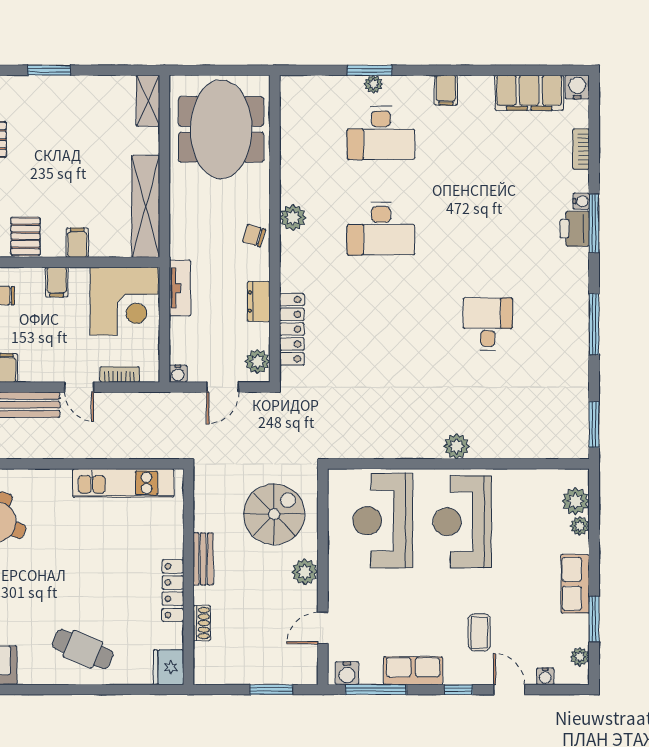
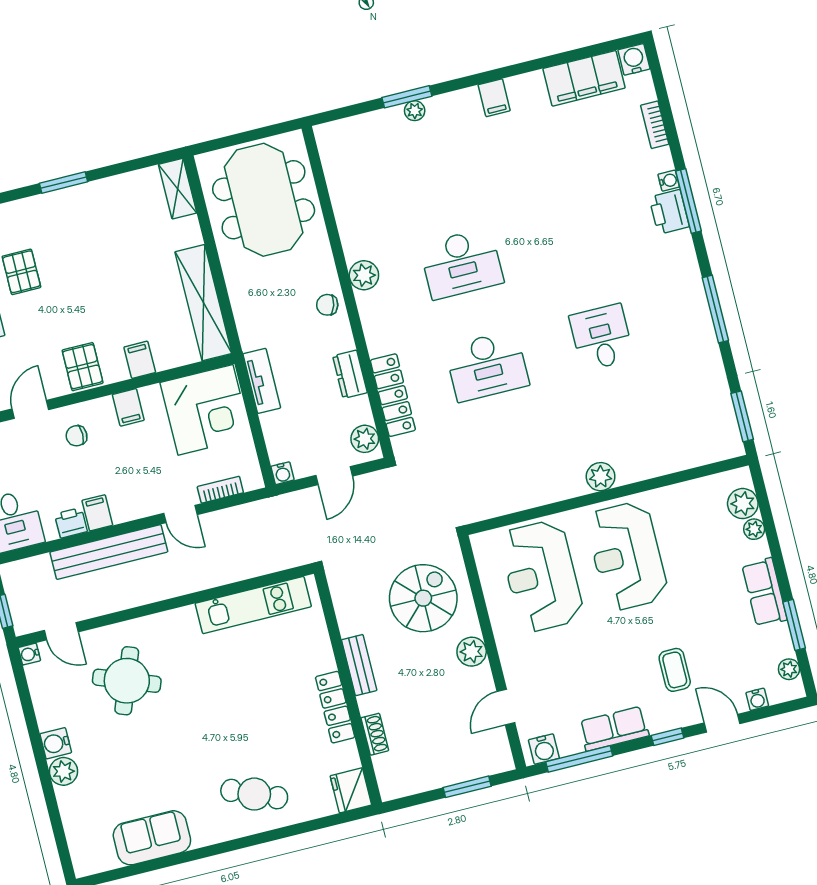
desk: (381, 133) -> (487, 366), moved

